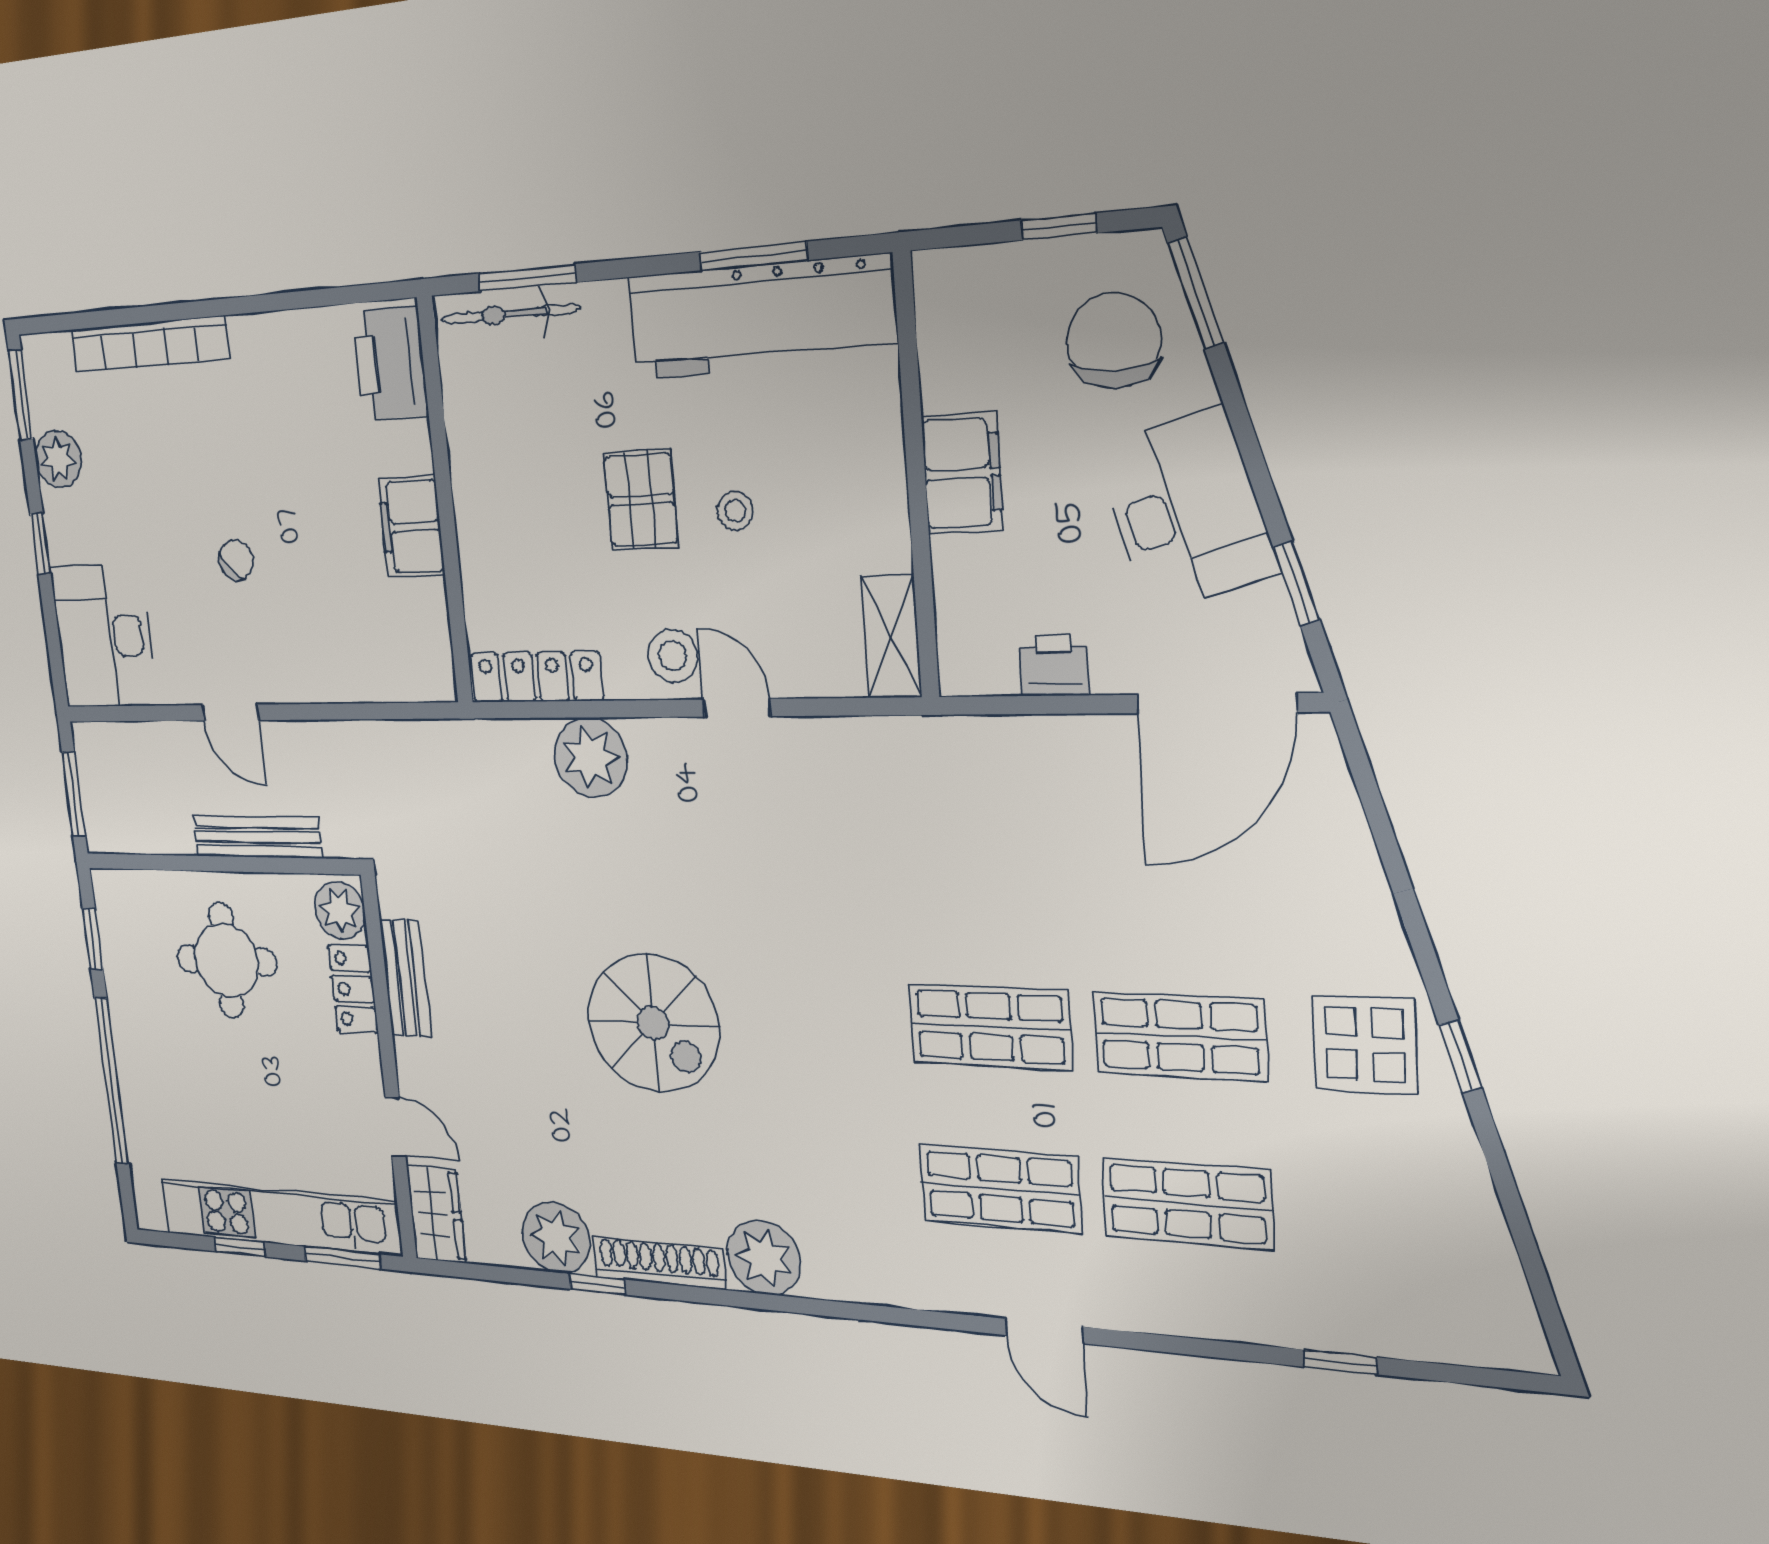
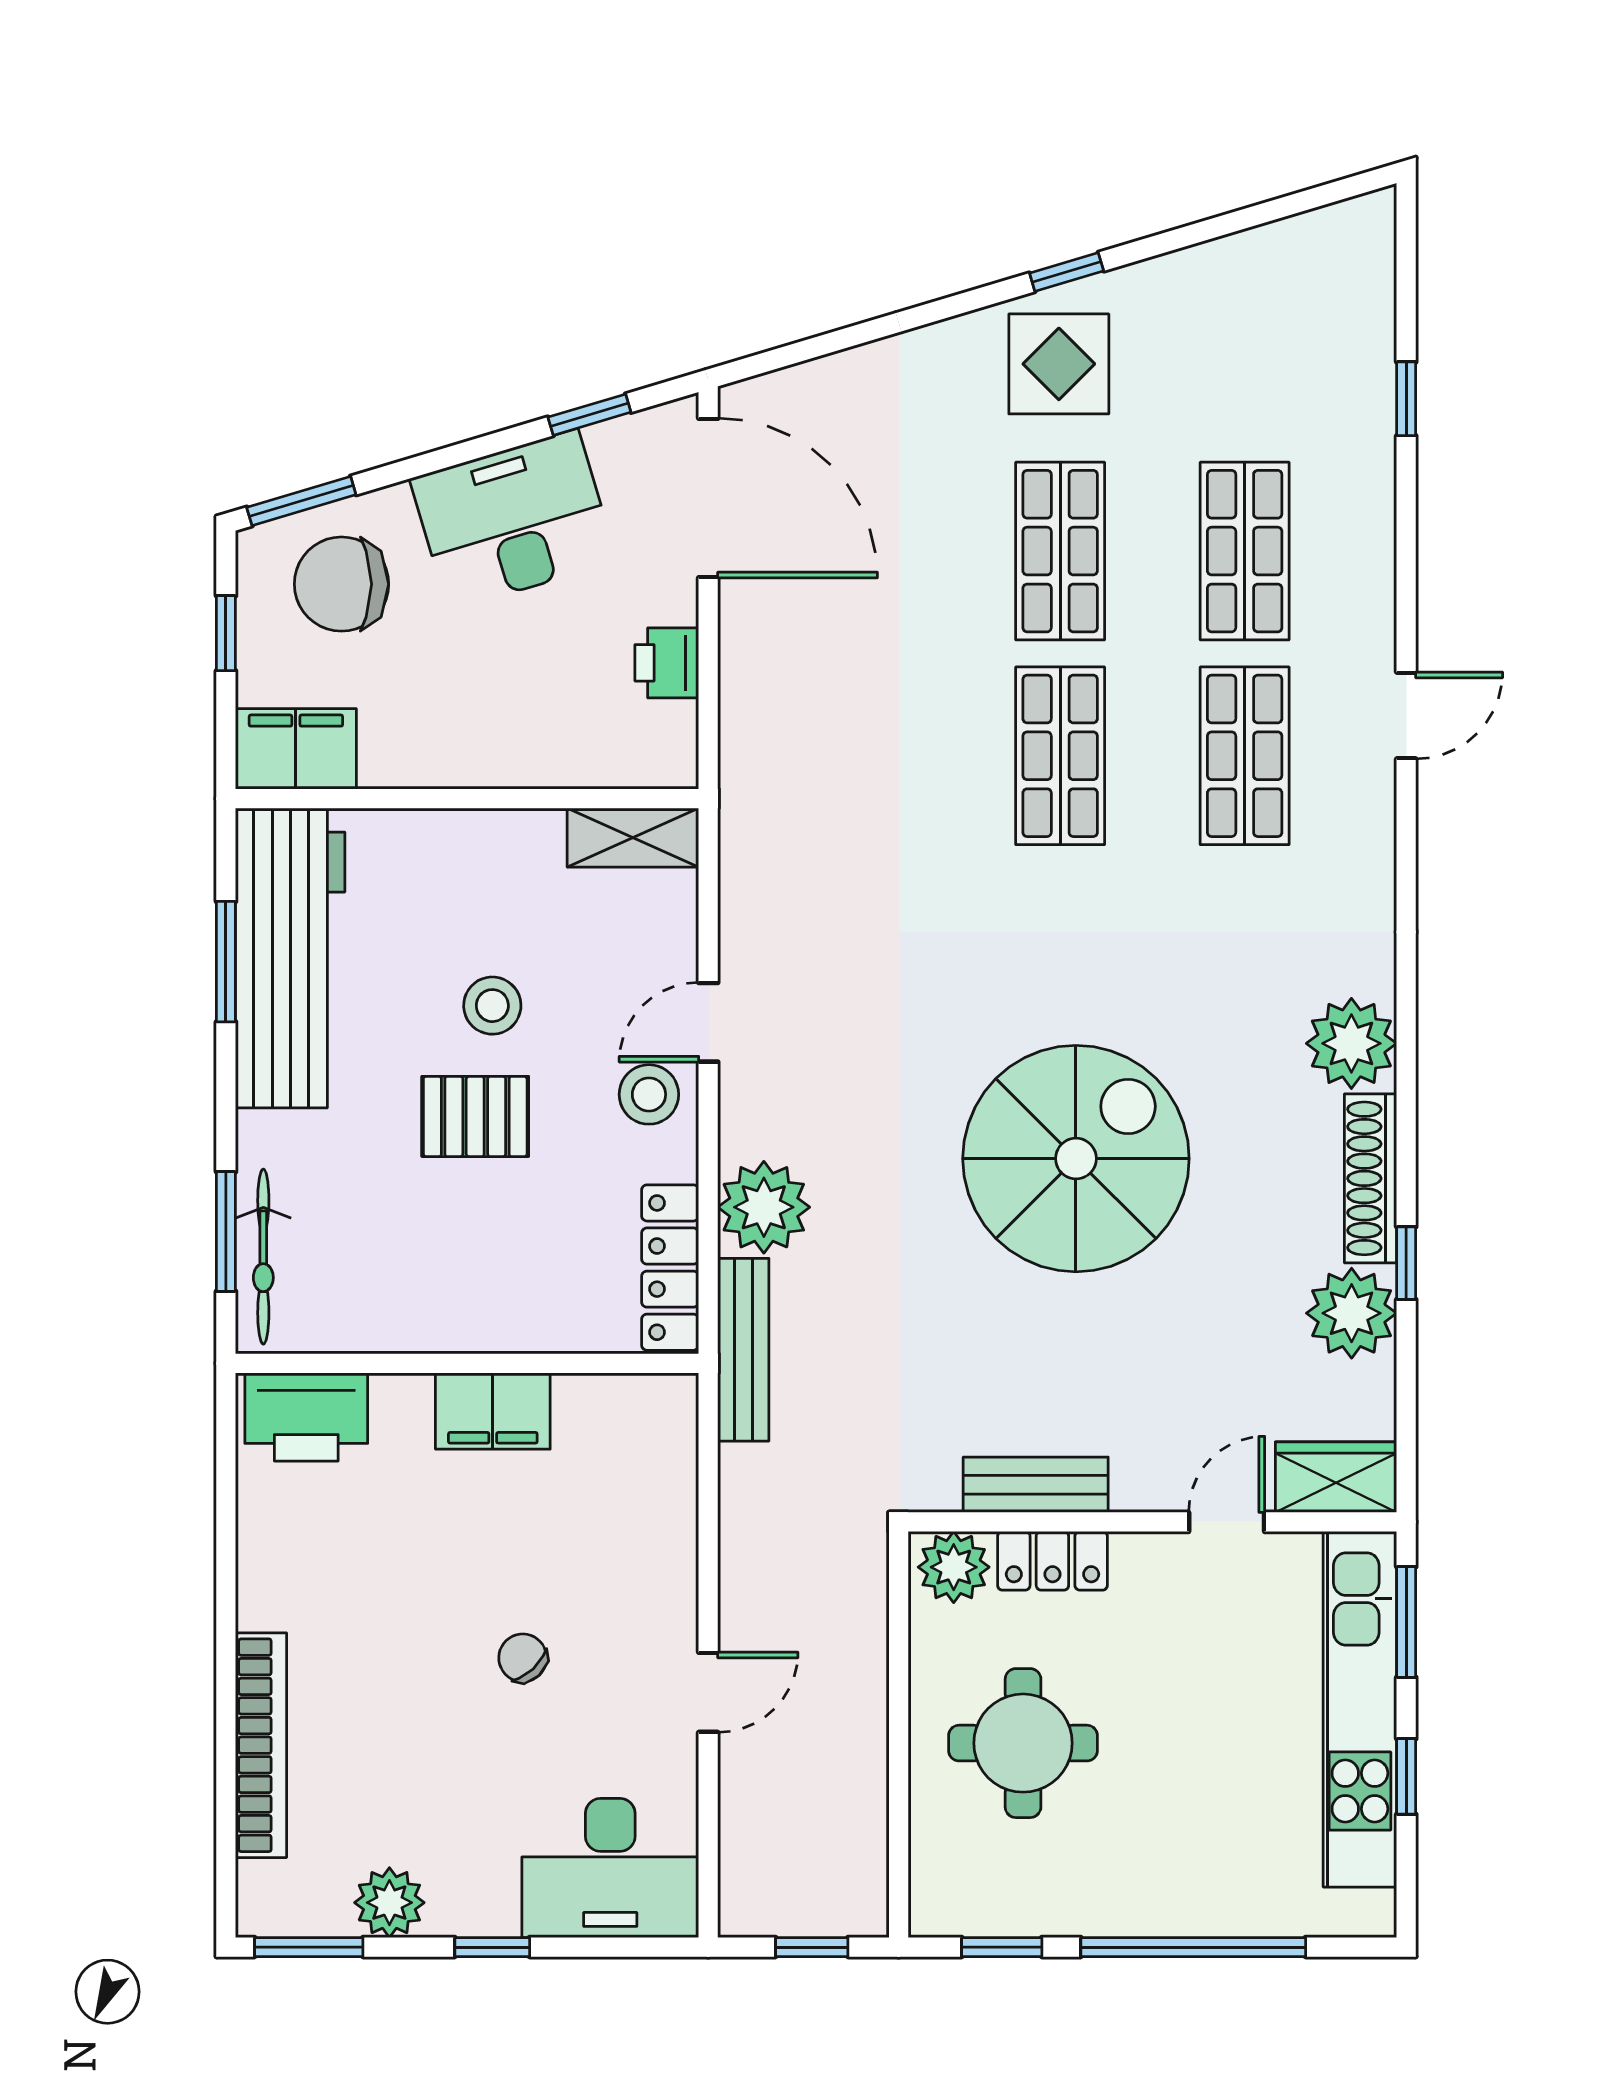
filing cabinet: (962, 473) -> (296, 749), moved
stool: (735, 511) -> (492, 1006), width x1.37, depth x1.37
window: (74, 794) -> (812, 1947), width x0.67
bench: (257, 837) -> (743, 1350), moved
spiral stairs: (653, 1023) -> (1076, 1159), width x1.37, depth x1.37

